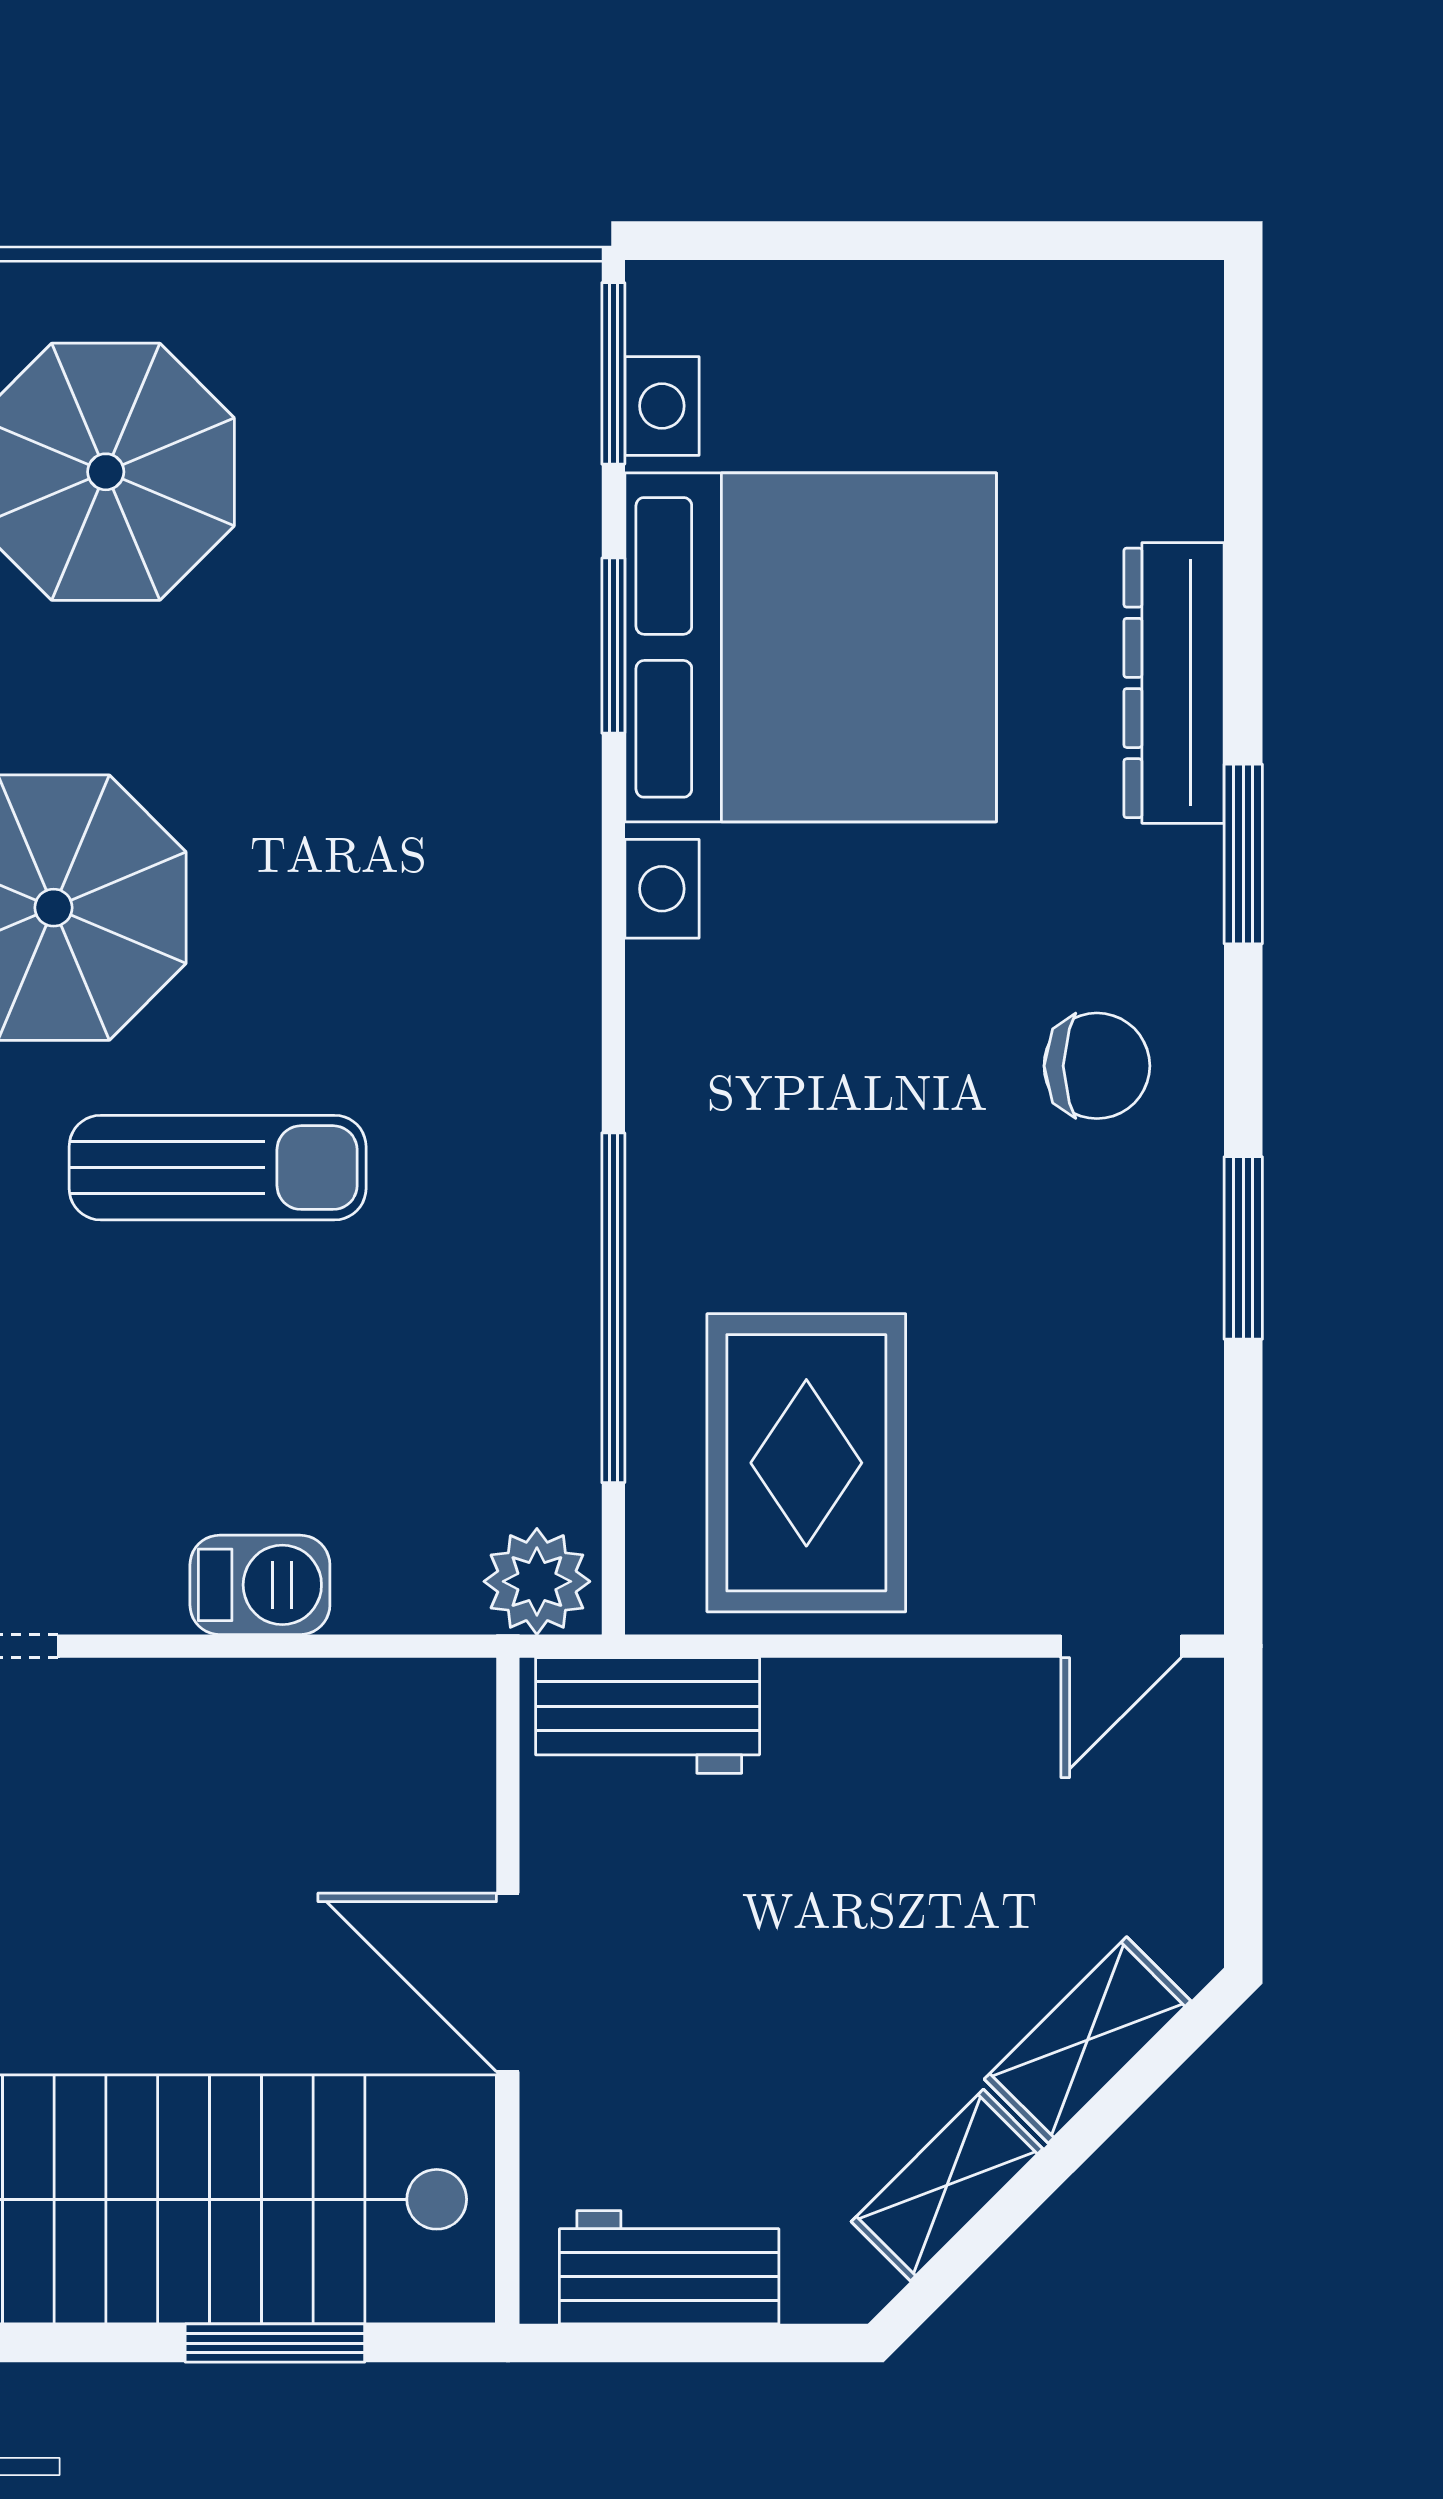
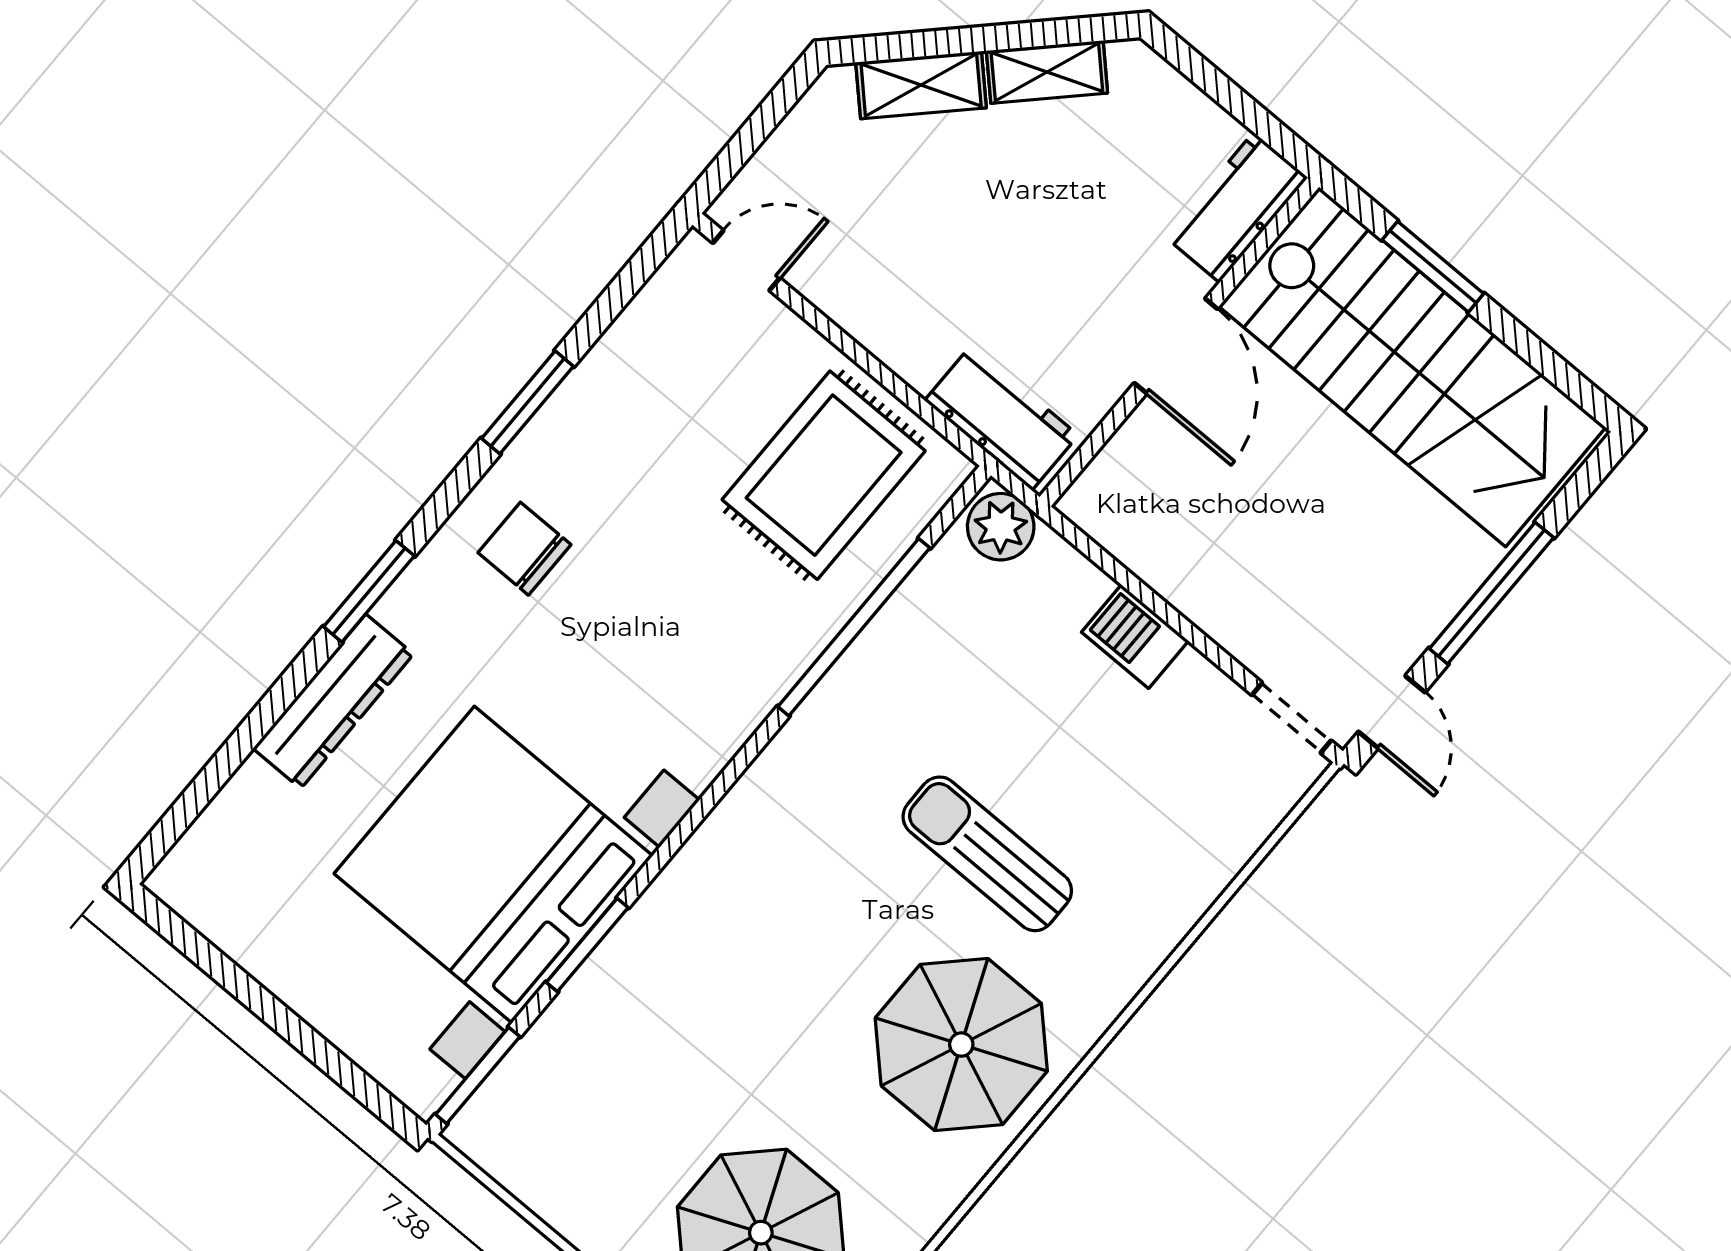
workbench: (669, 2267) -> (1237, 207), moved, turned 90

